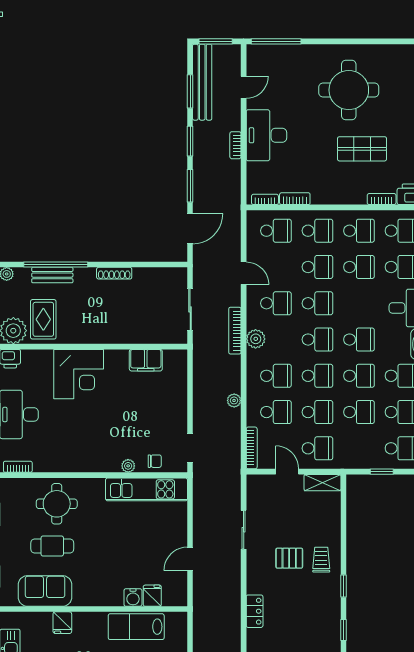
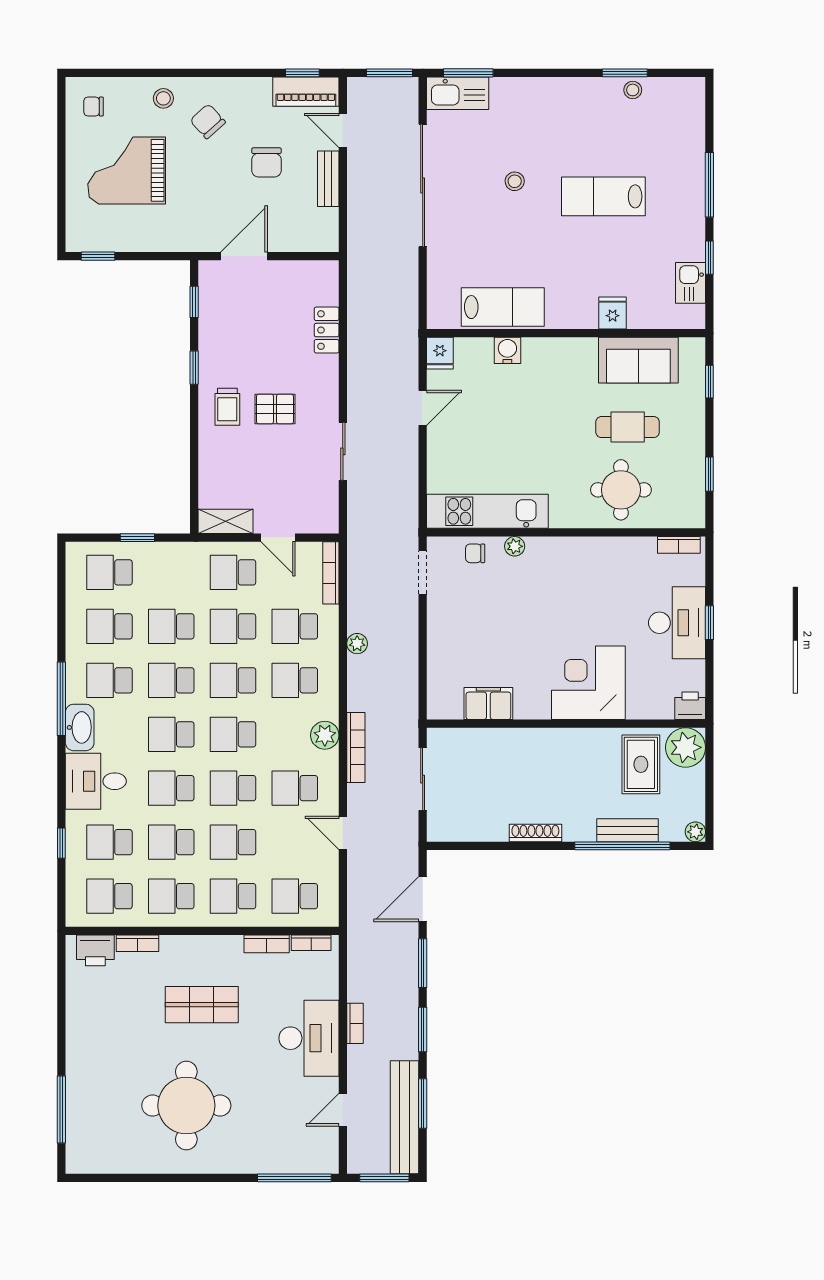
shop shelf: (362, 149) -> (202, 1005), moved
school desk: (359, 303) -> (171, 788), added
fridge: (152, 596) -> (440, 353), moved

